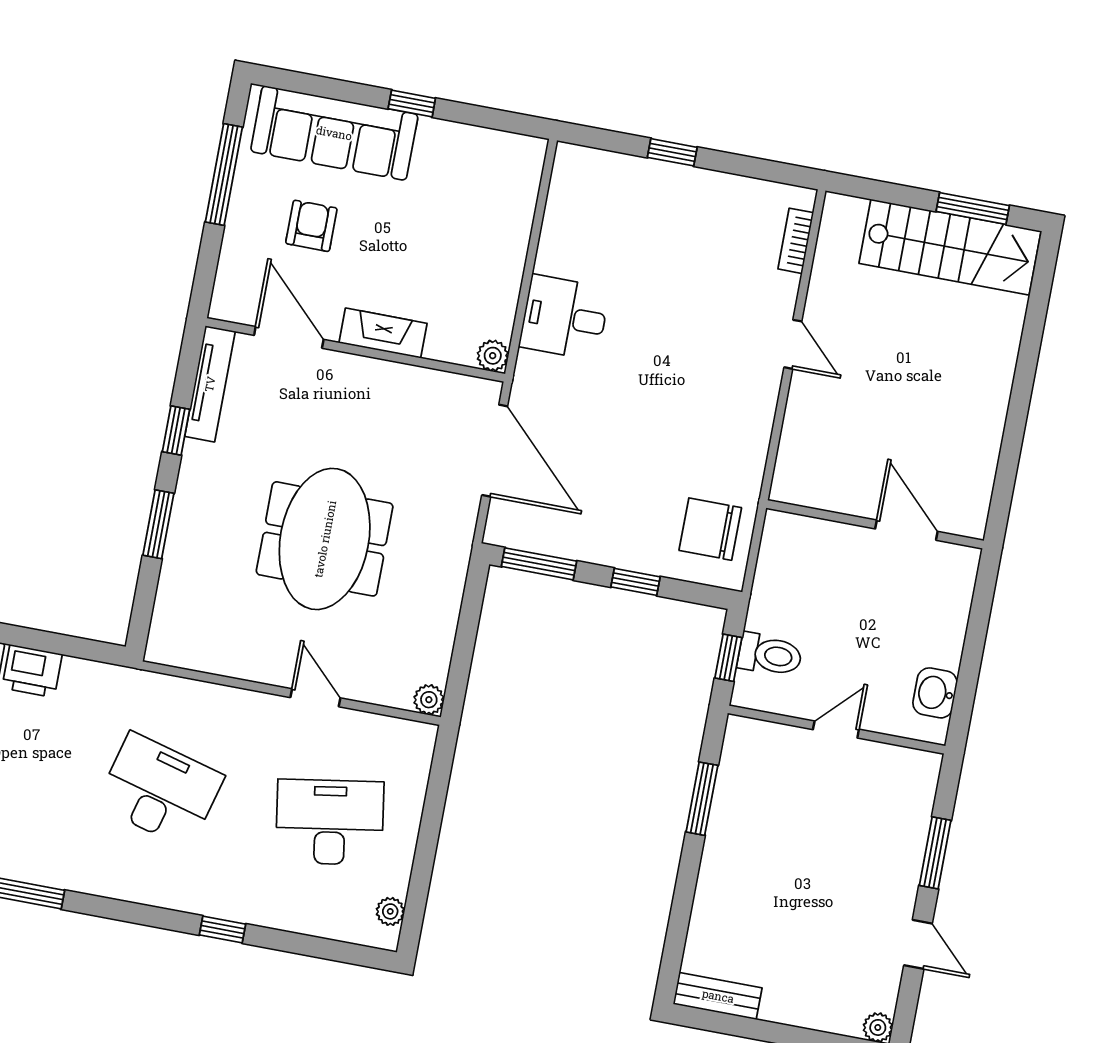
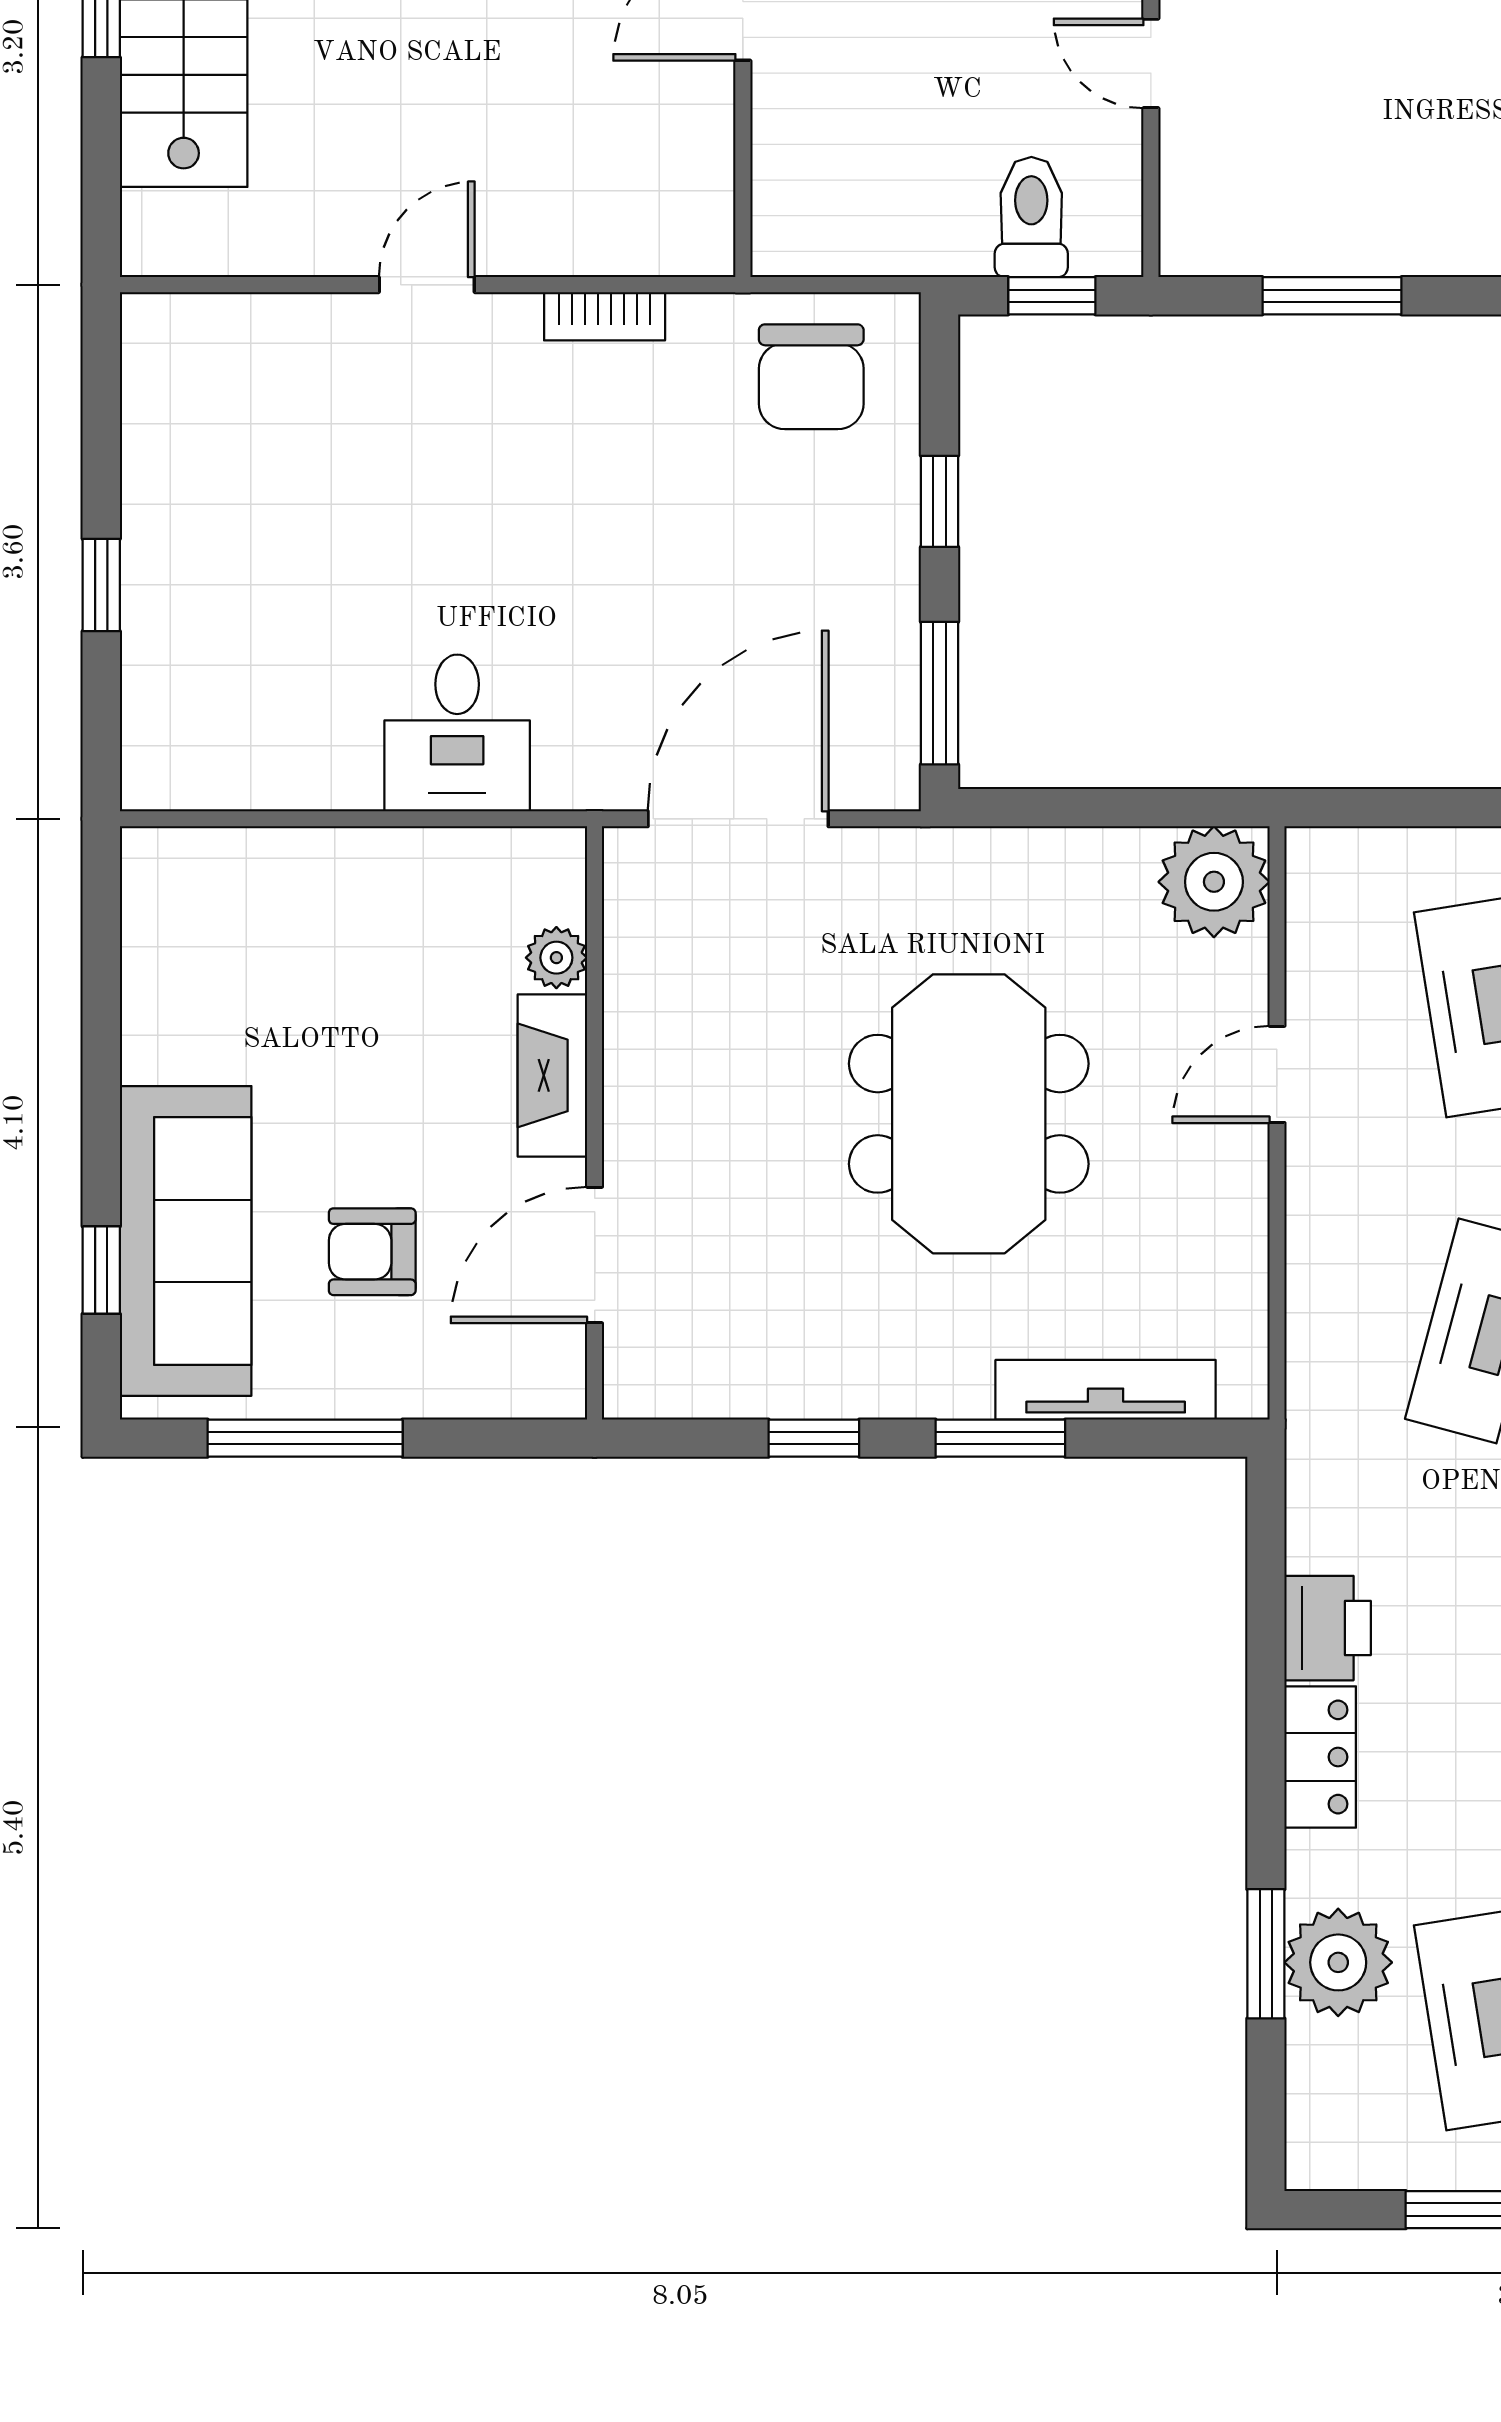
window: (412, 104) -> (101, 1270), moved
bookcase: (796, 241) -> (605, 316), moved
plant: (493, 356) -> (556, 958), moved
tv unit: (210, 384) -> (1106, 1390), moved
meeting table: (325, 539) -> (969, 1114), turned 90
plant: (429, 700) -> (1214, 882), width x1.88, depth x1.88

